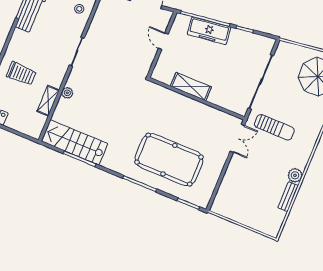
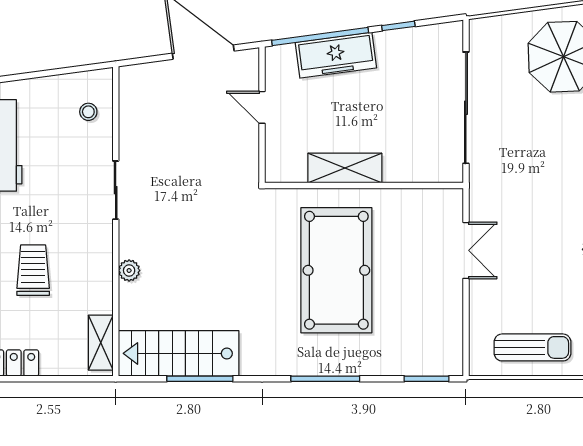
trolley: (21, 74) -> (33, 270), turned -90
shelving: (48, 101) -> (101, 343), moved
sun lounger: (274, 127) -> (532, 347), moved
double door: (237, 138) -> (466, 250), moved
pool table: (169, 160) -> (336, 270), moved, turned 90

